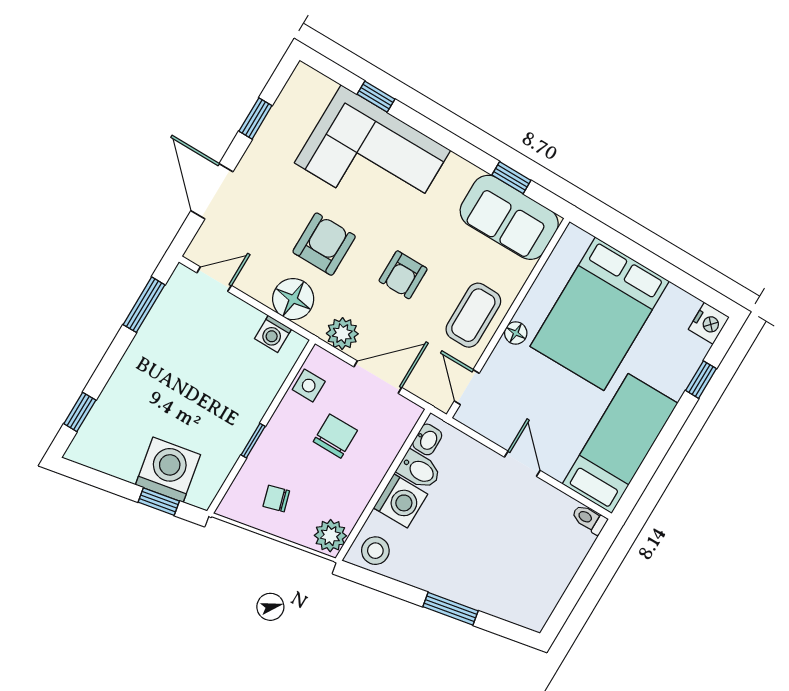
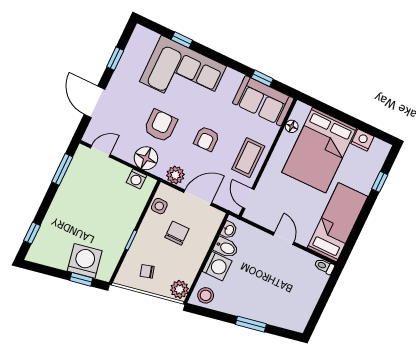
nightstand: (709, 323) -> (362, 140), moved, turned -90
floor lamp: (516, 333) -> (292, 126), moved

